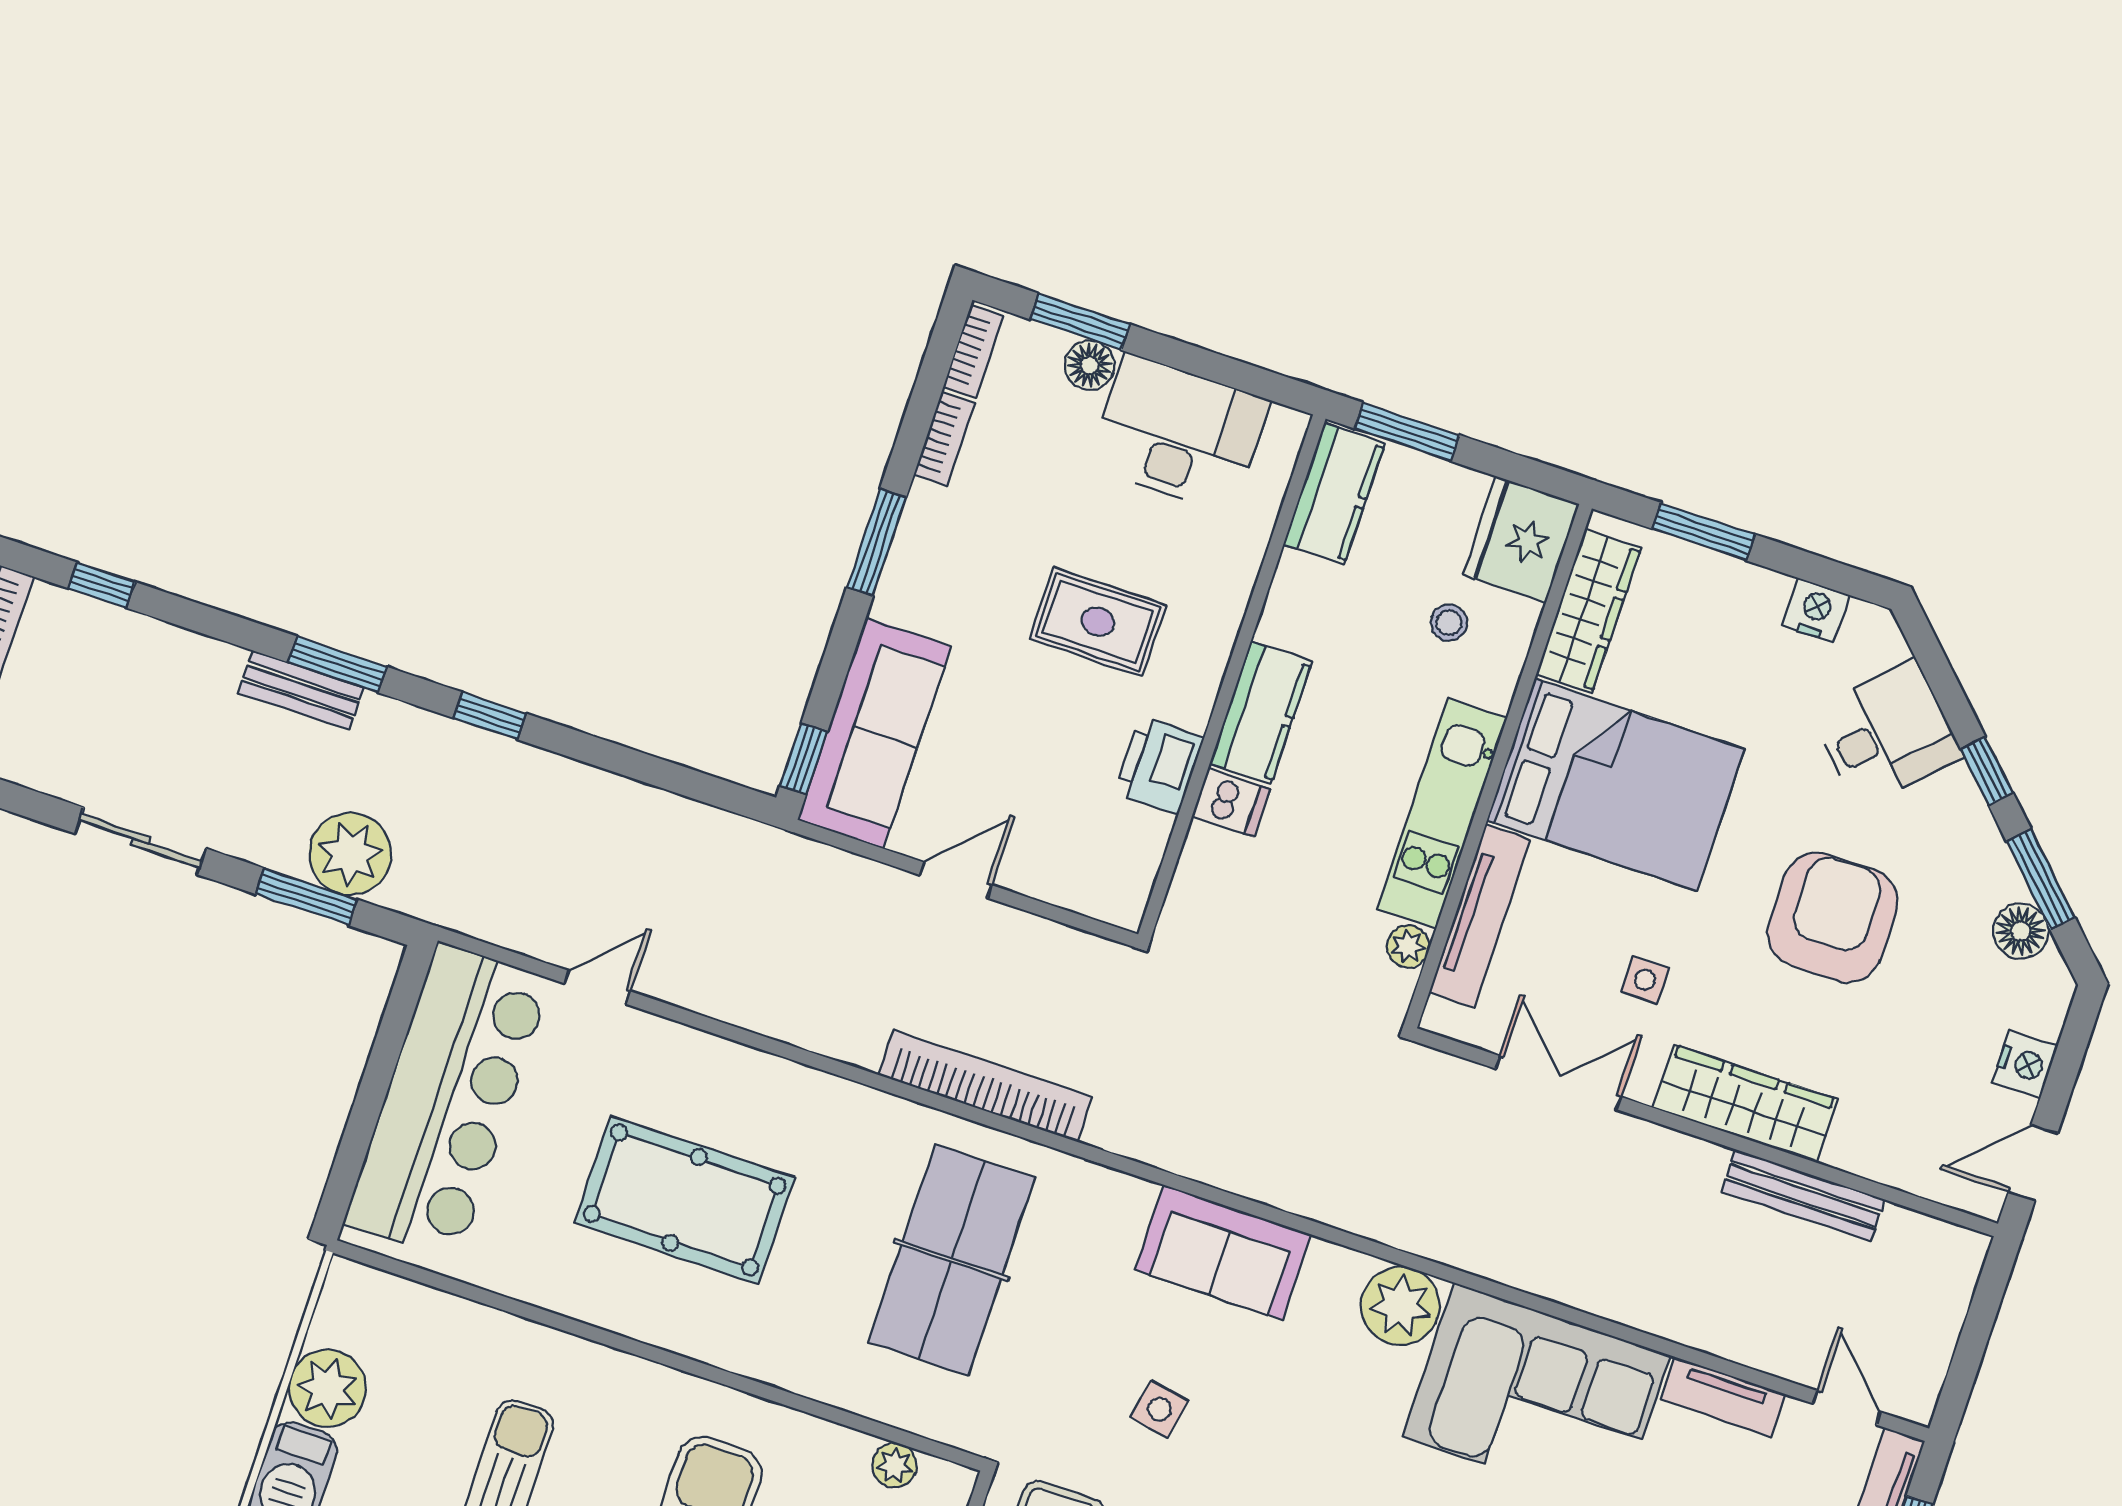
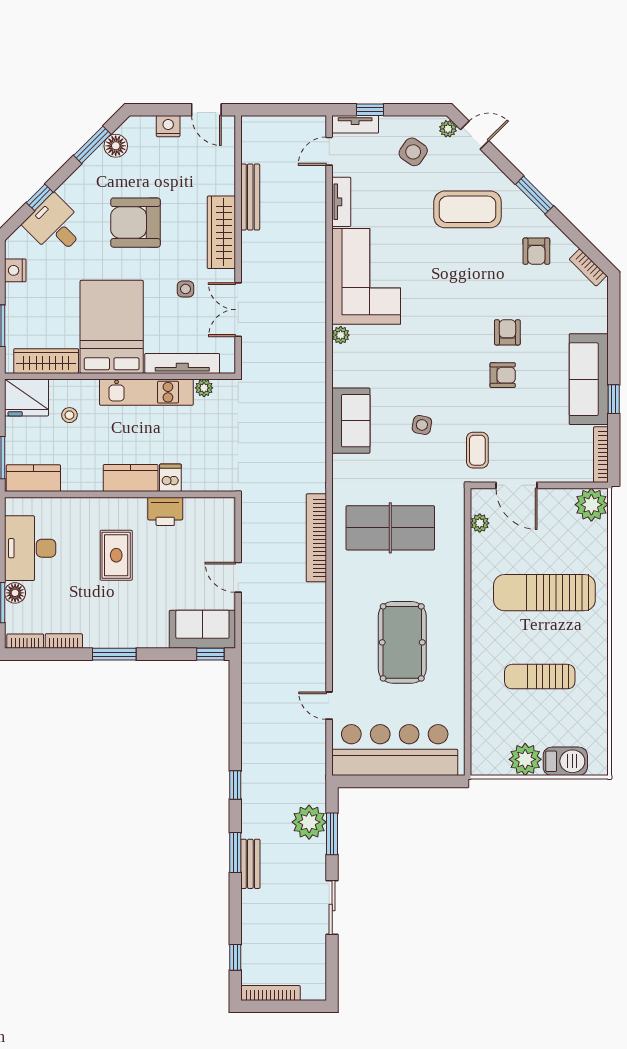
sofa: (874, 733) -> (202, 629), width x0.73
window: (1987, 771) -> (40, 197), moved
plant: (1400, 1306) -> (341, 335), width x0.53, depth x0.53

